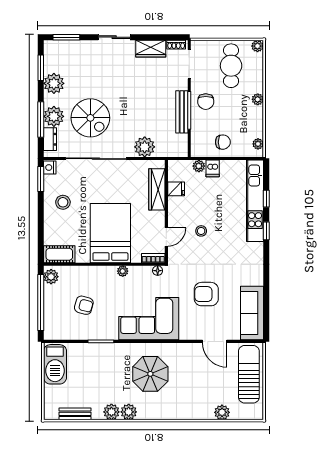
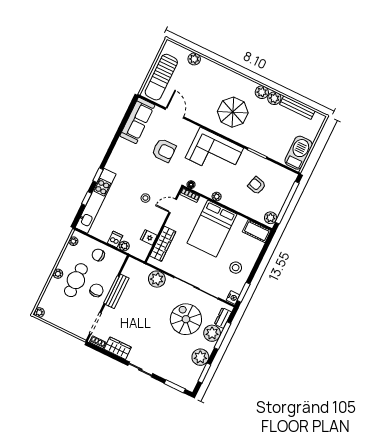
cafe table: (231, 66) -> (76, 280), moved
bench: (75, 414) -> (297, 108), width x1.36

